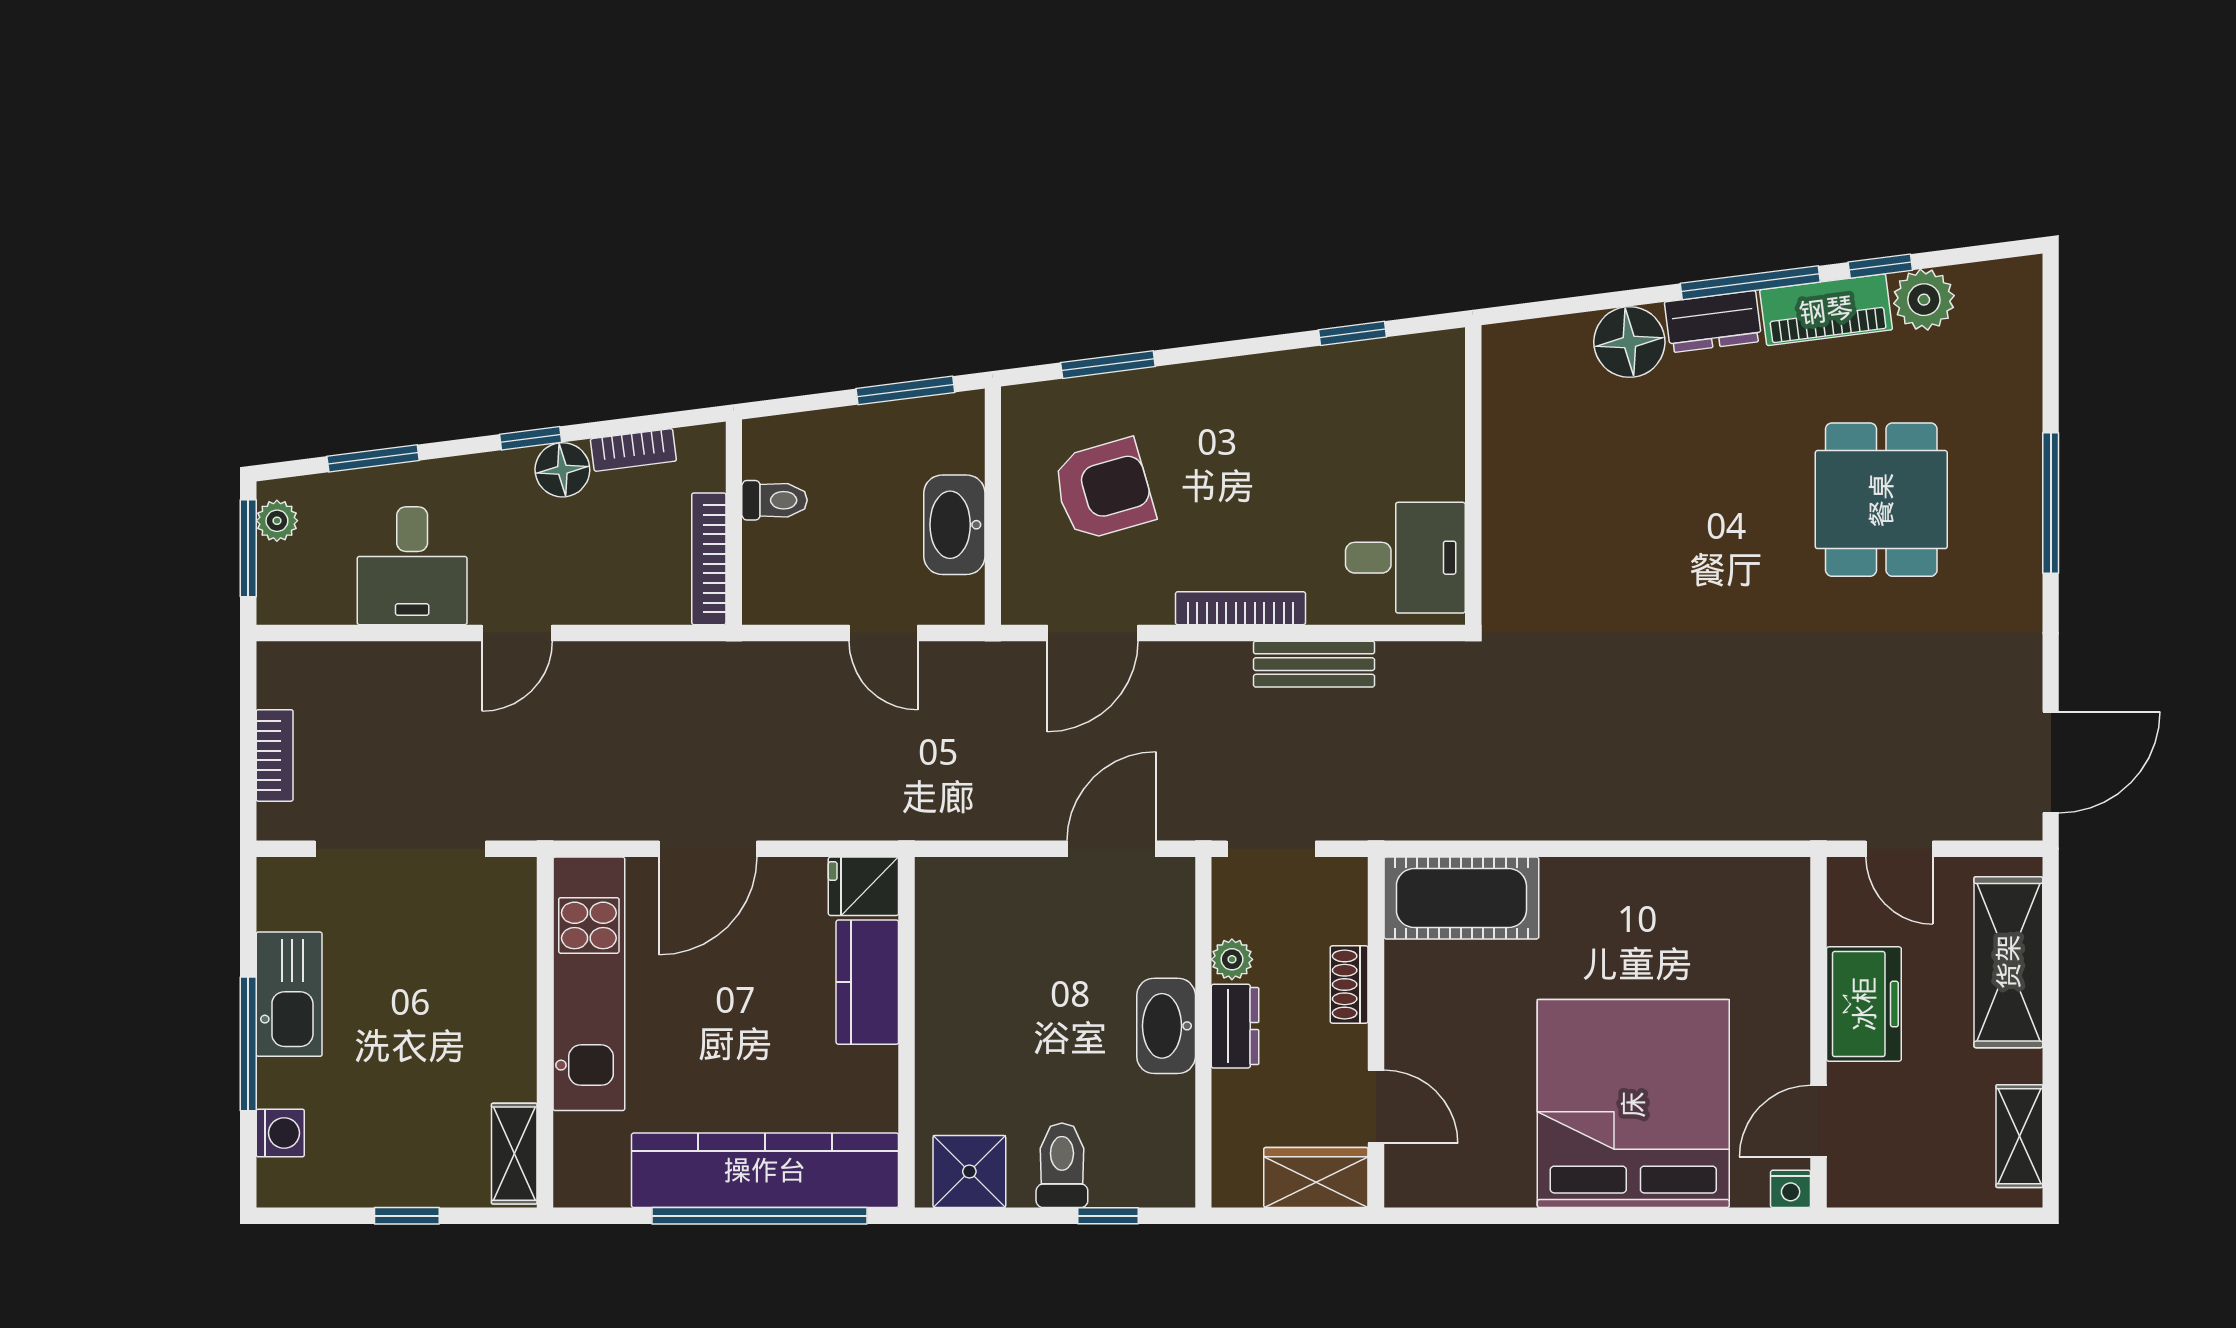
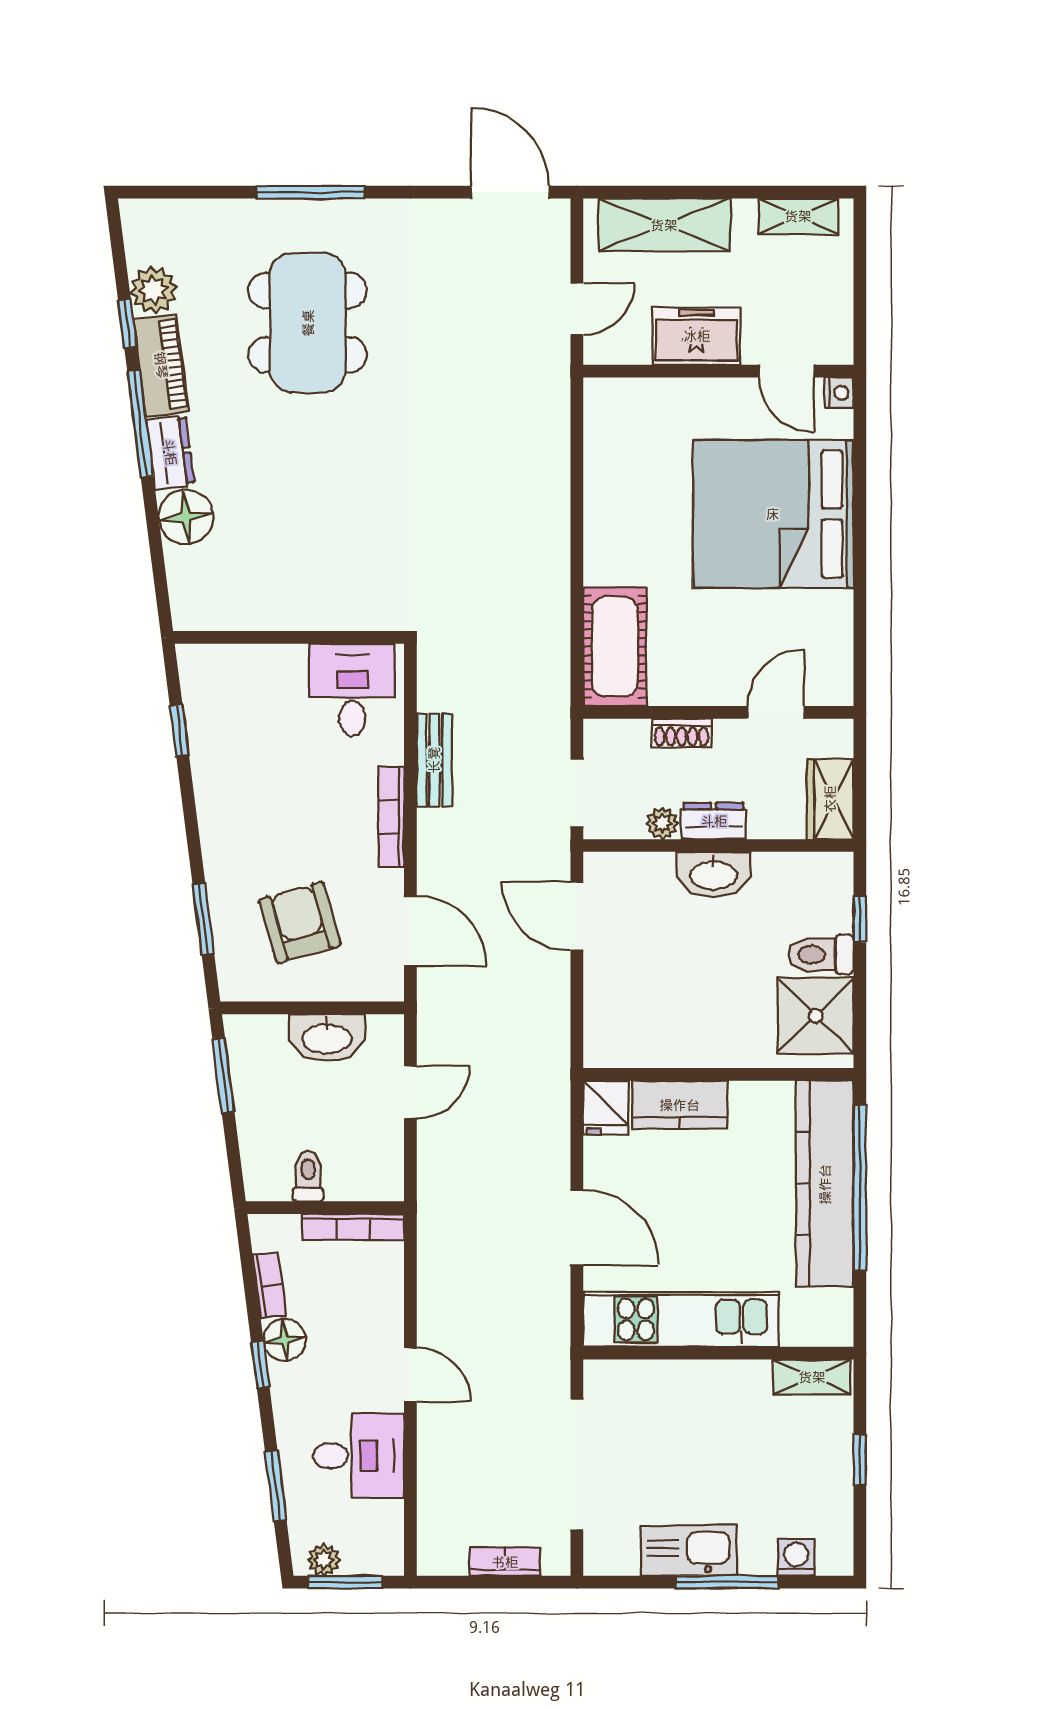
dining table: (1881, 500) -> (308, 323), width x1.38
shower: (969, 1172) -> (816, 1016), width x1.36, depth x1.36
wardrobe: (1316, 1177) -> (830, 799), moved

